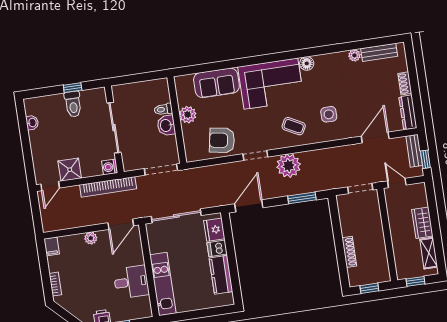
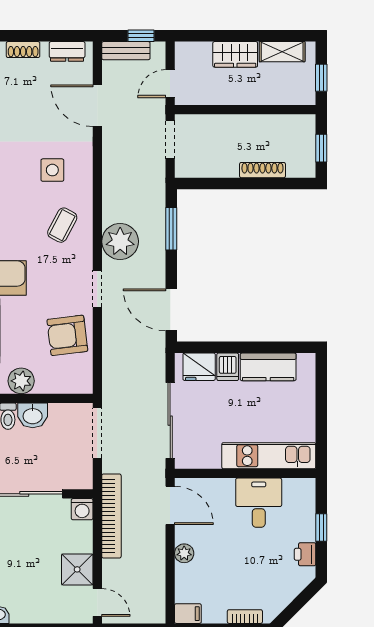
dresser: (408, 112) -> (67, 51), width x0.70
armchair: (222, 140) -> (67, 335), turned 73

